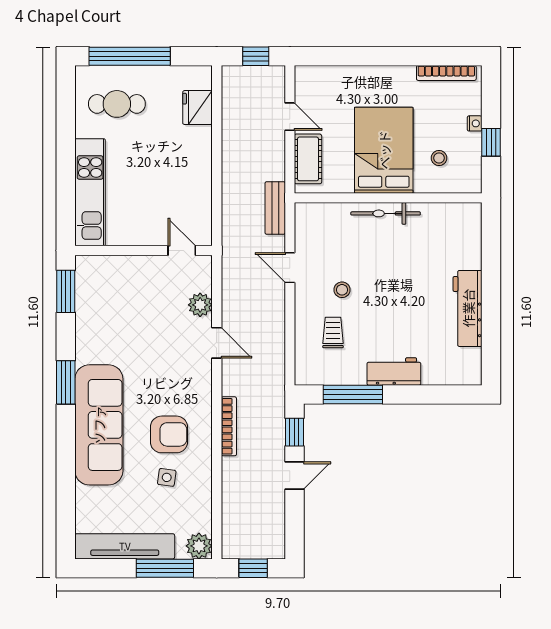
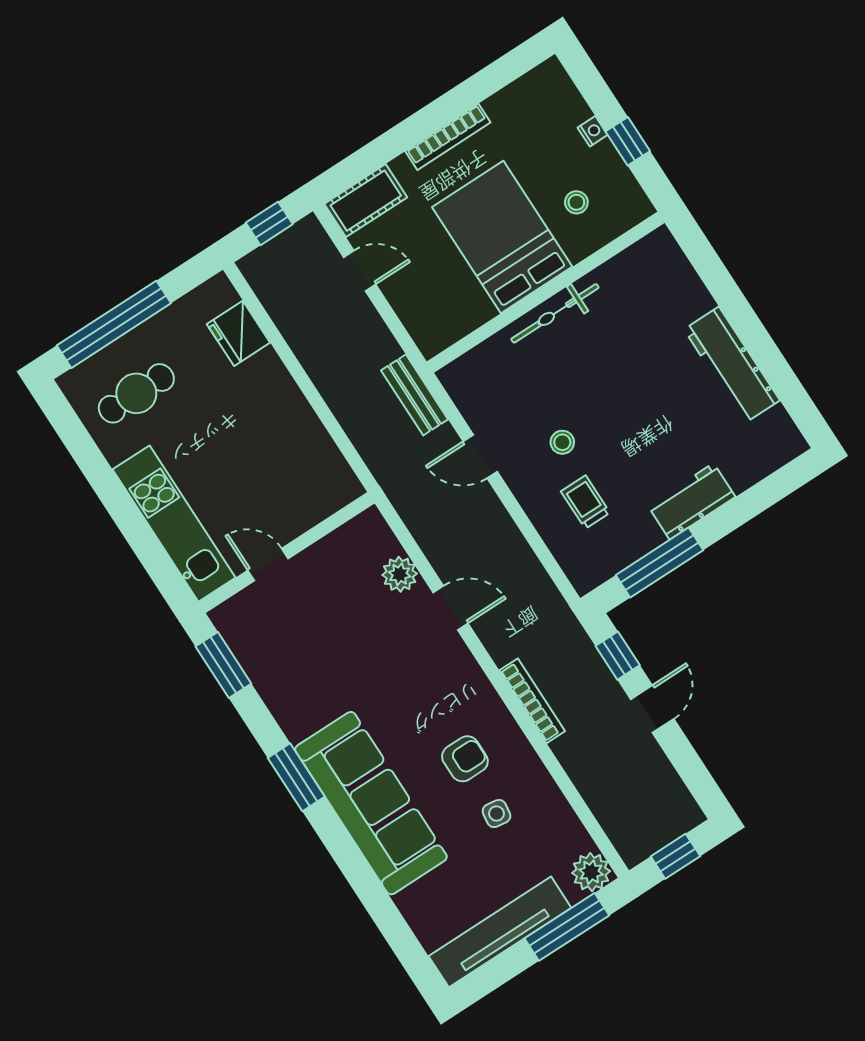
bookcase: (446, 73) -> (448, 137), moved
cot: (308, 159) -> (366, 201), moved, turned 90
door: (182, 250) -> (268, 564), moved
armchair: (169, 434) -> (465, 759), width x0.72, depth x0.72

